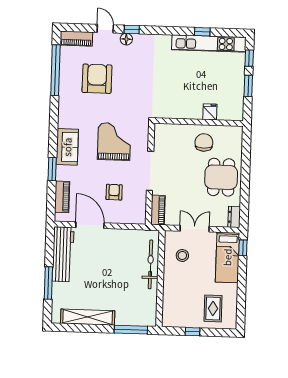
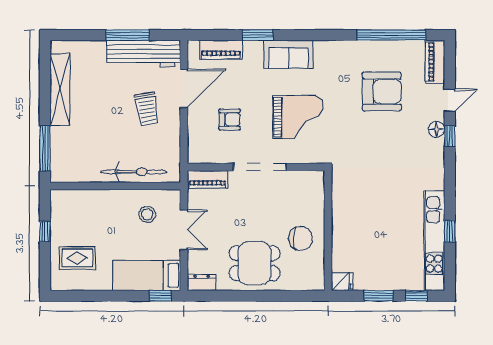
fridge: (210, 112) -> (342, 282), moved
trolley: (104, 253) -> (147, 109), added
window: (48, 283) -> (128, 35), moved

